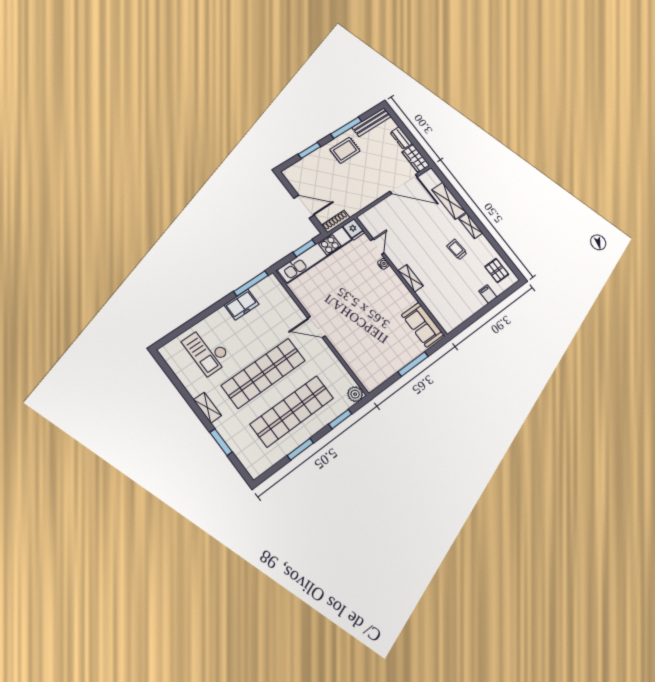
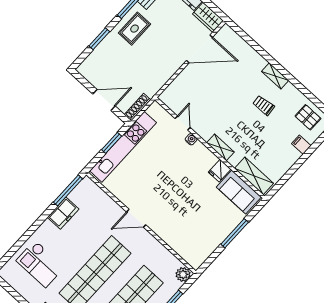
shelving: (449, 201) -> (254, 176), moved
fridge: (354, 229) -> (220, 171), moved, turned 90

